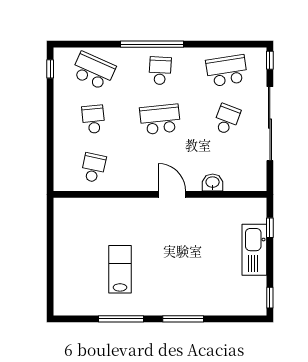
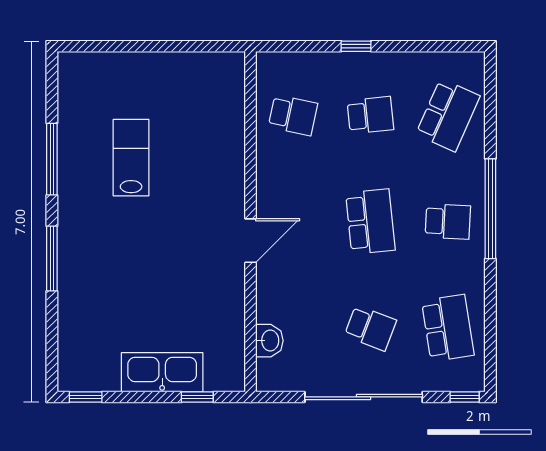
window: (50, 69) -> (356, 46), moved
washbasin: (213, 183) -> (269, 341), moved
lab bench: (120, 269) -> (131, 158), turned -90

